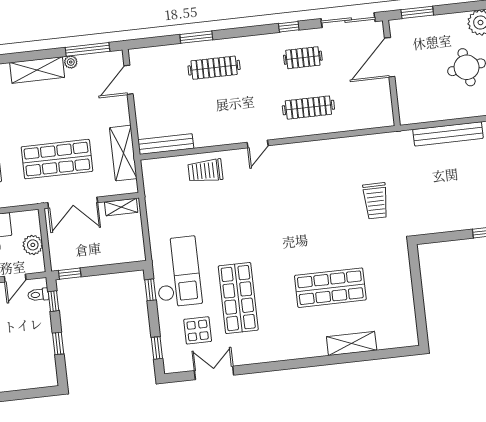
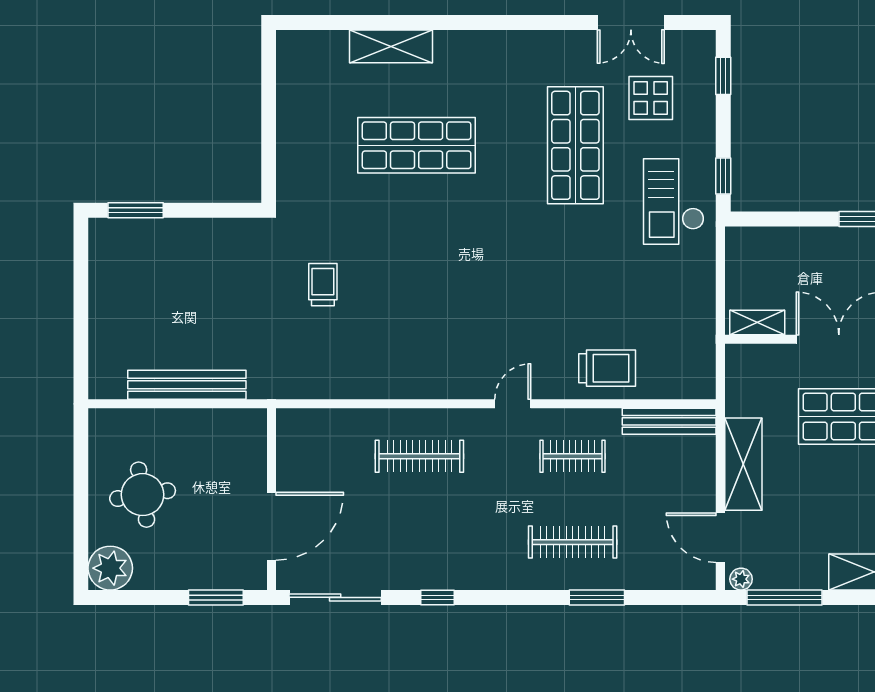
clothes rail: (303, 58) -> (573, 456), moved
plant: (71, 62) -> (741, 579), moved
door: (129, 80) -> (720, 538), swing flipped
shelving: (123, 153) -> (743, 464), moved
trolley: (376, 201) -> (323, 285), width x0.73, depth x0.72
checkout: (177, 272) -> (674, 202), width x0.73, depth x0.83

